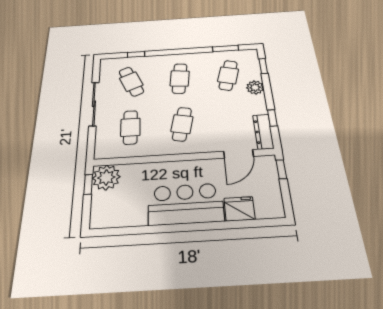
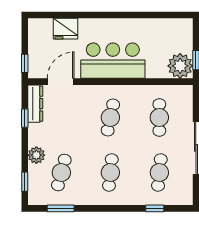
cafe table: (131, 82) -> (159, 173), turned 30
bar counter: (186, 204) -> (113, 61), moved, turned 180

